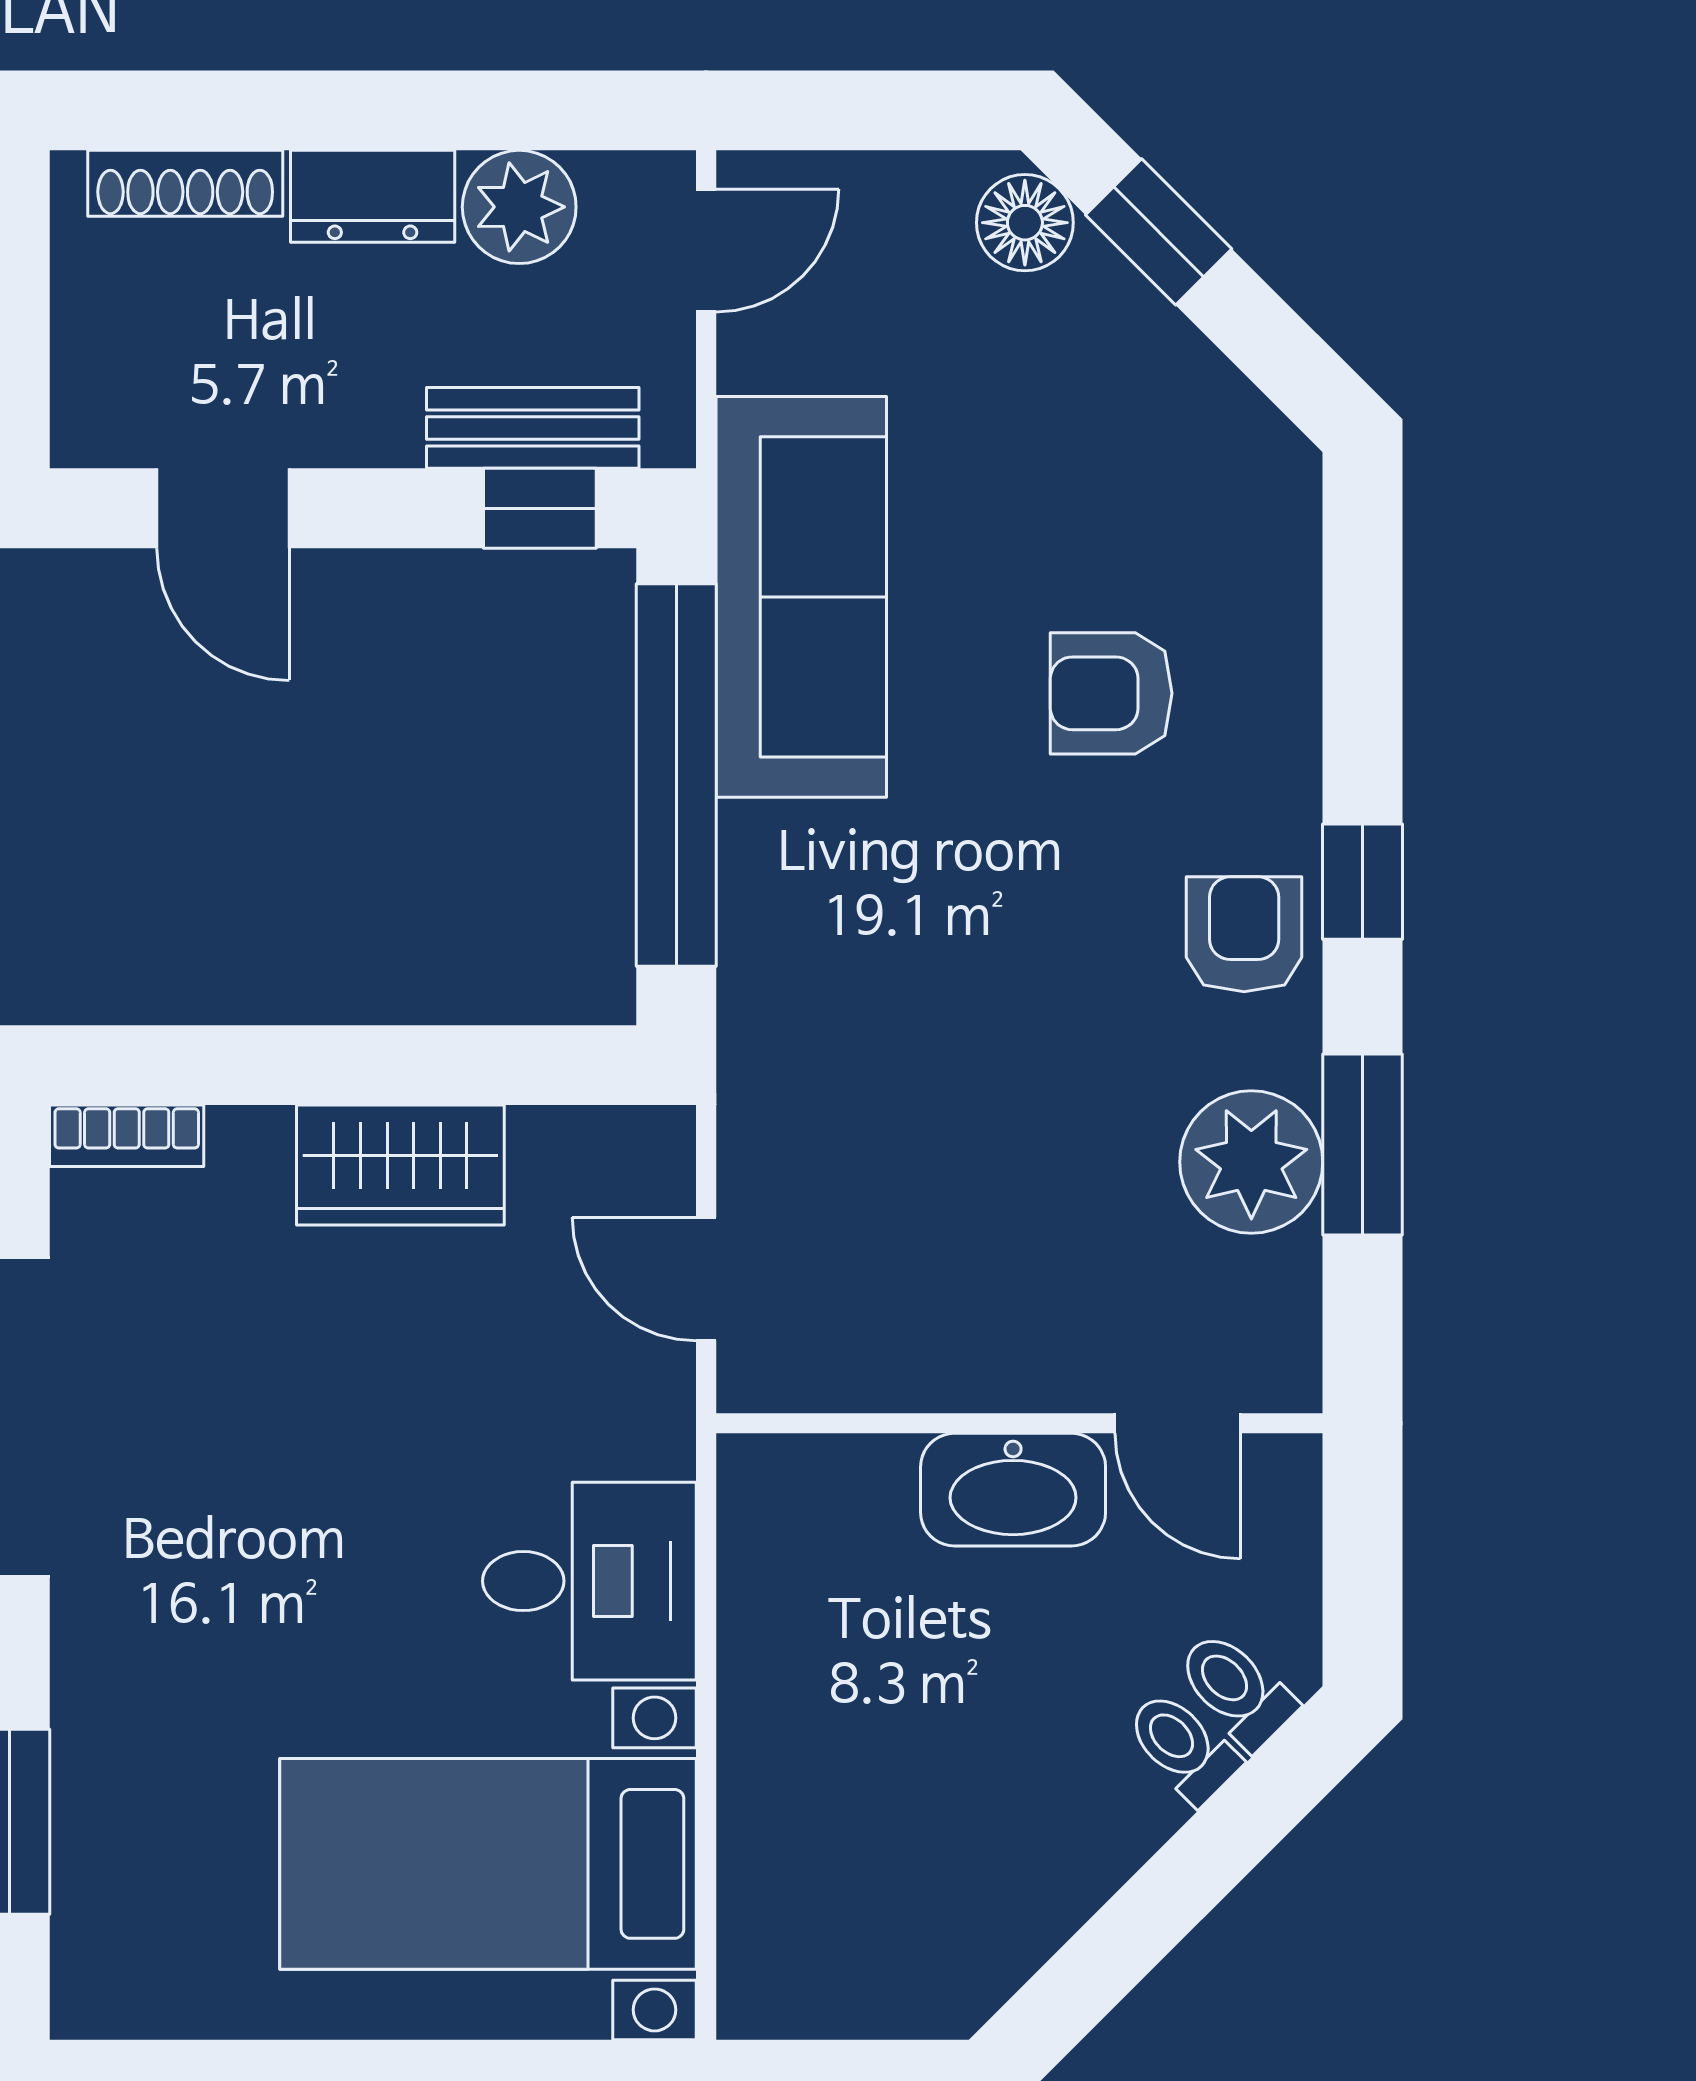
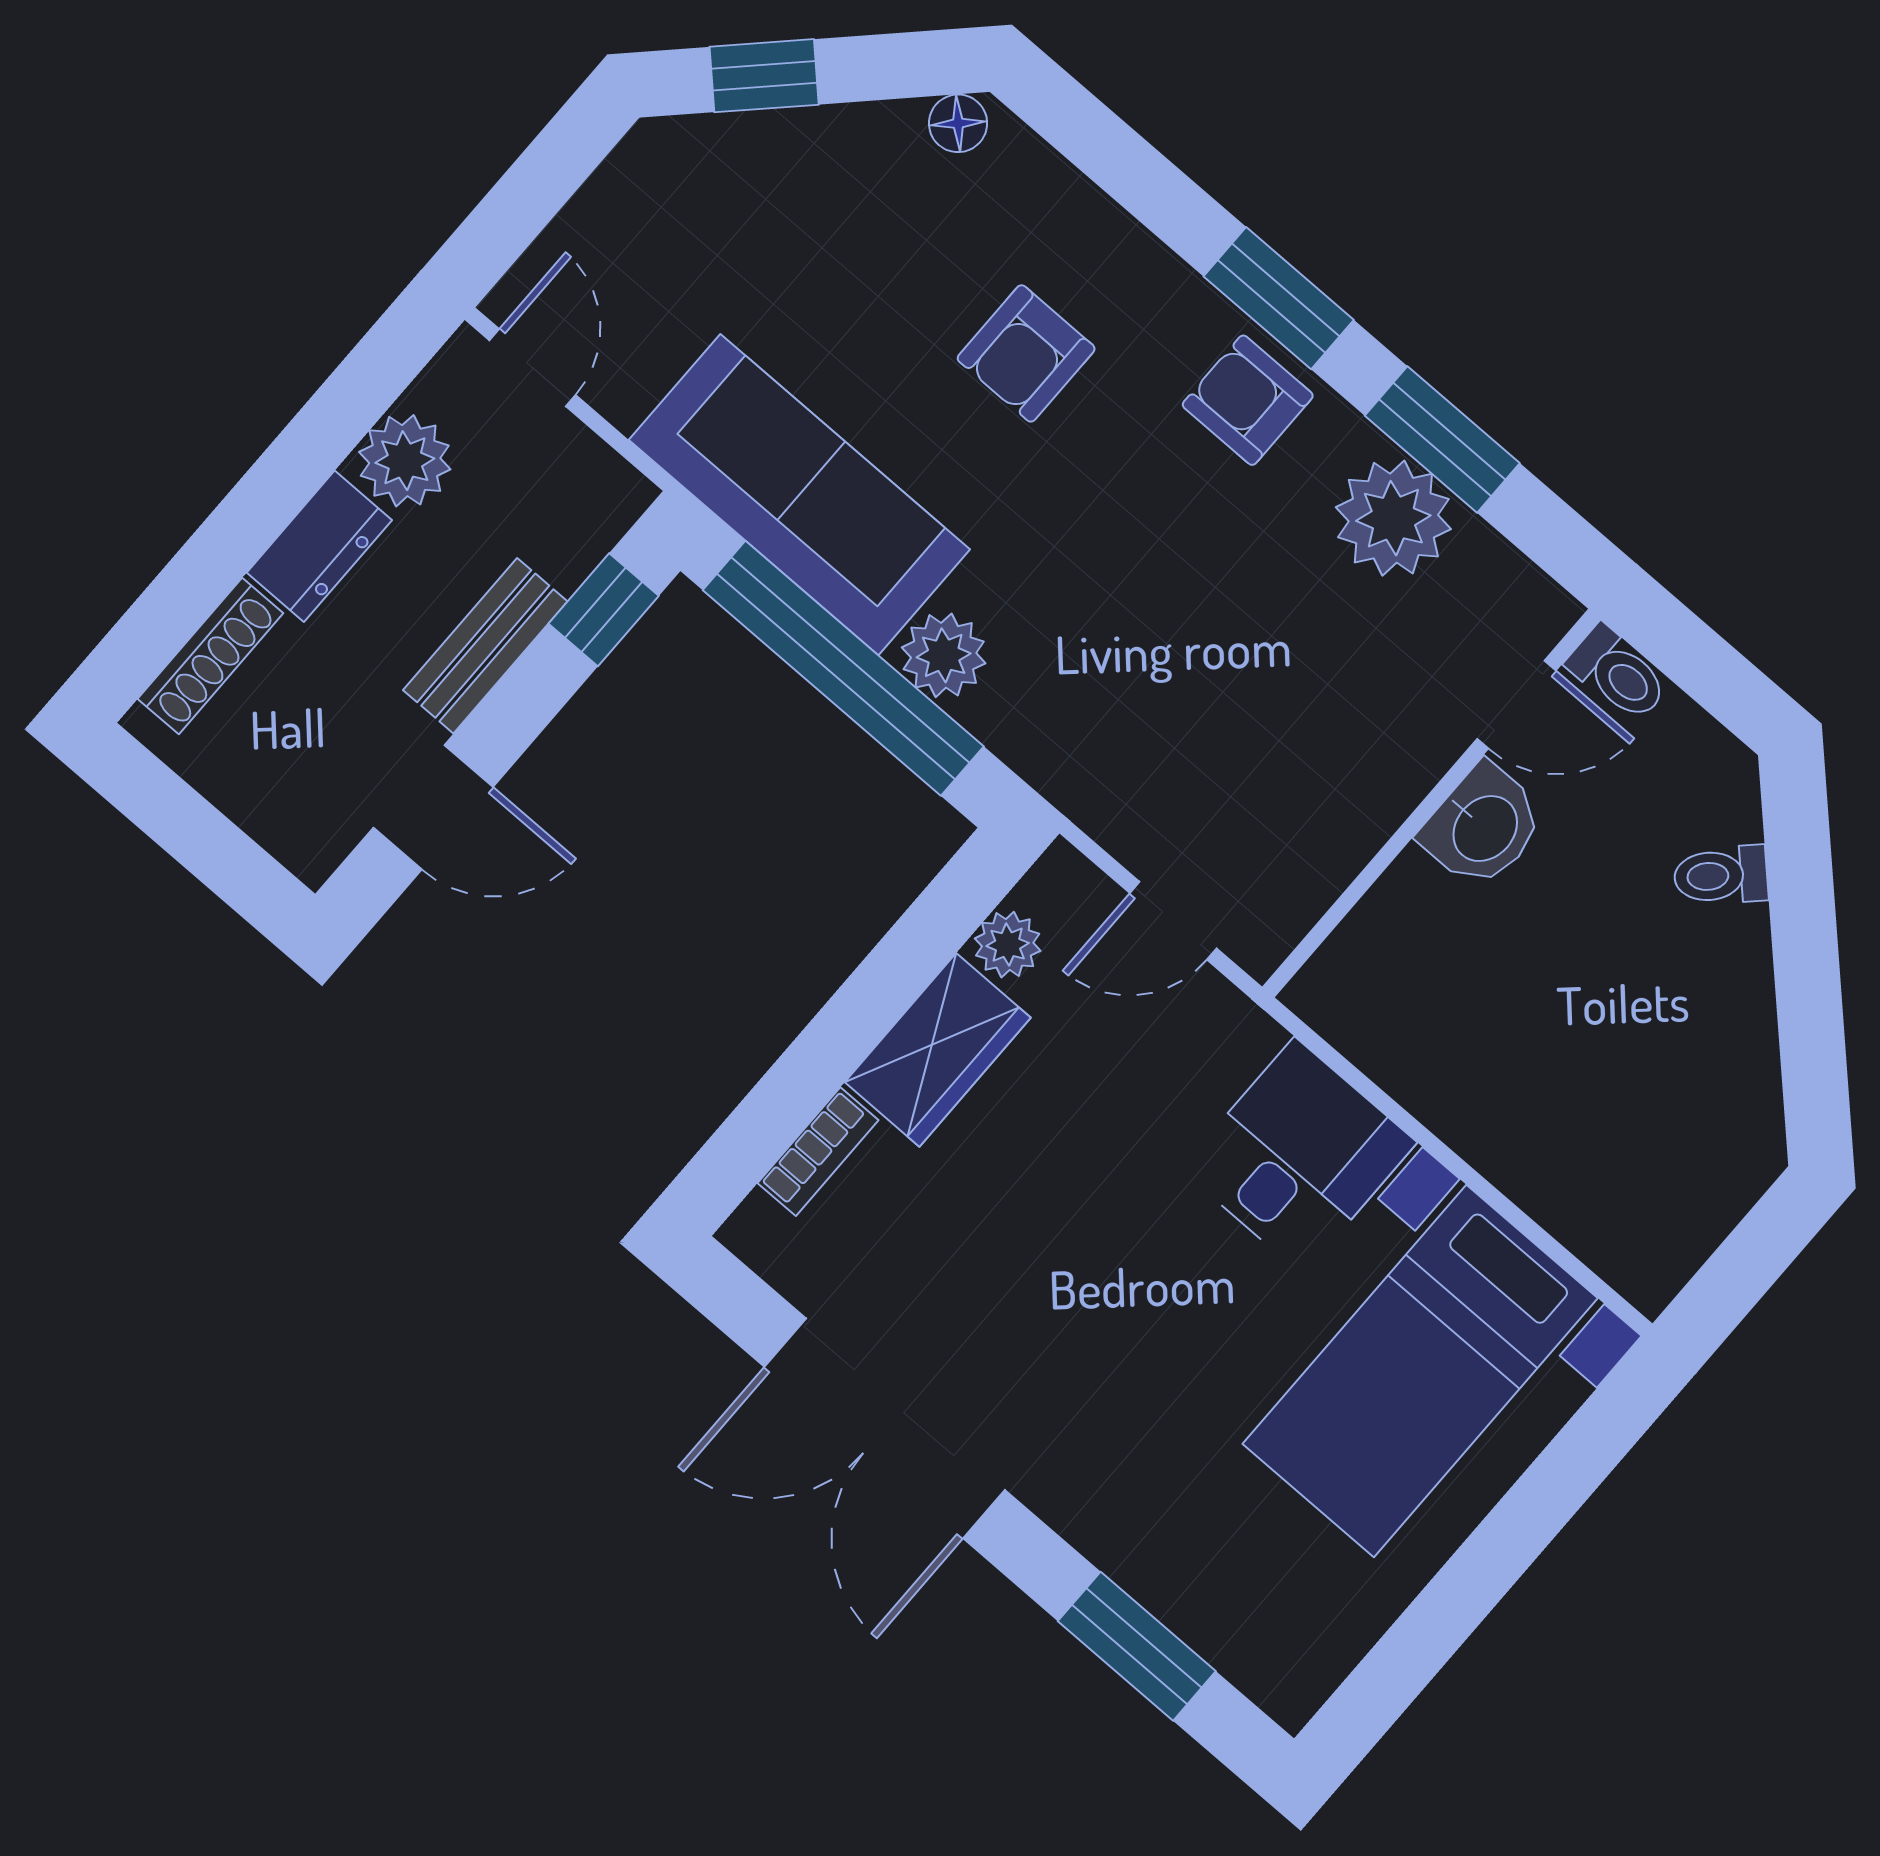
floor lamp: (1025, 223) -> (958, 123), moved, width x0.73, depth x0.73
bench: (533, 428) -> (485, 646), moved
plant: (768, 857) -> (944, 655), added
window: (1362, 882) -> (1279, 298), width x1.50
bookcase: (127, 1136) -> (818, 1152), moved
plant: (553, 1146) -> (1008, 945), added
washbasin: (1013, 1490) -> (1483, 827), width x0.72
toilet: (1236, 1690) -> (1618, 674), moved, turned -135

